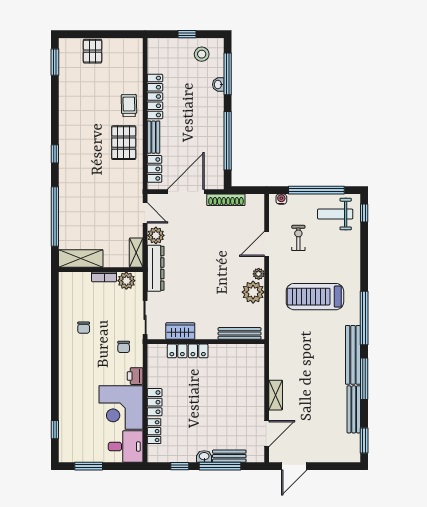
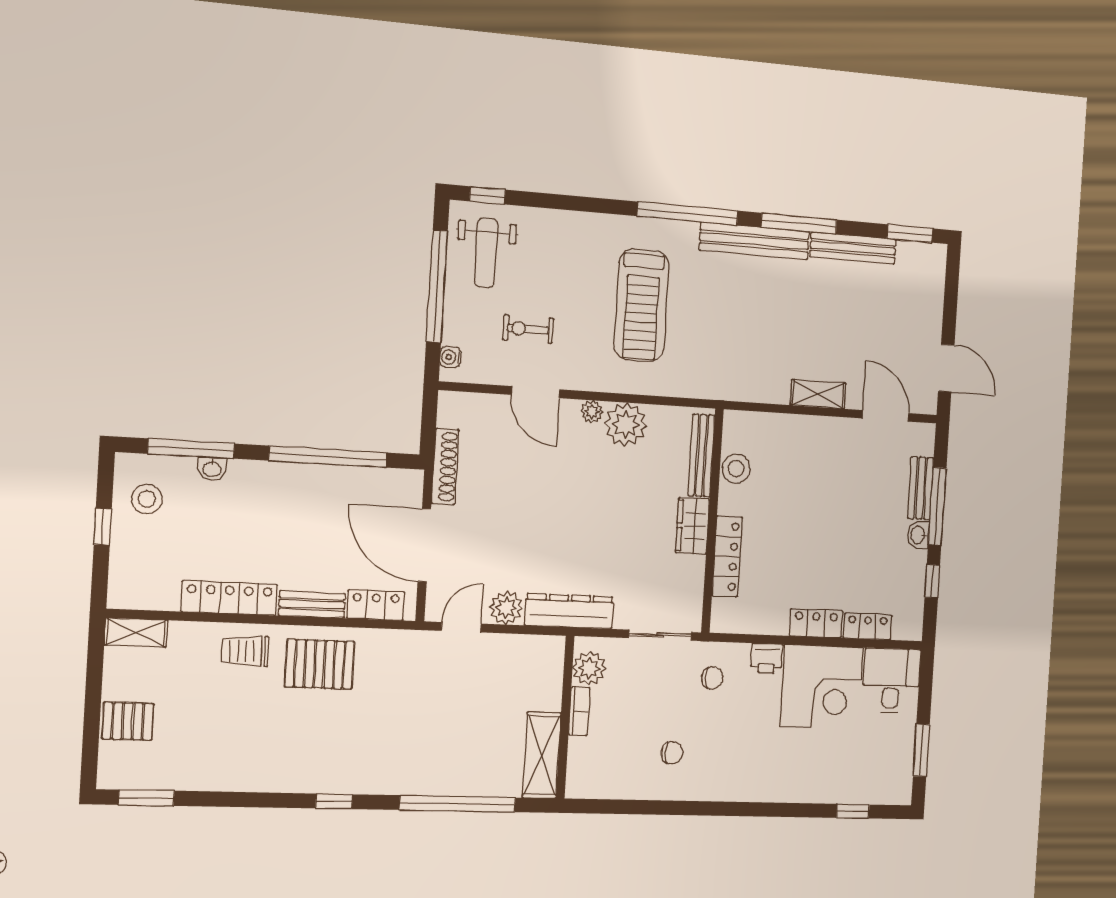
shelving: (136, 253) -> (136, 632), moved
wardrobe: (180, 331) -> (692, 526), moved
stool: (234, 353) -> (736, 469), added

